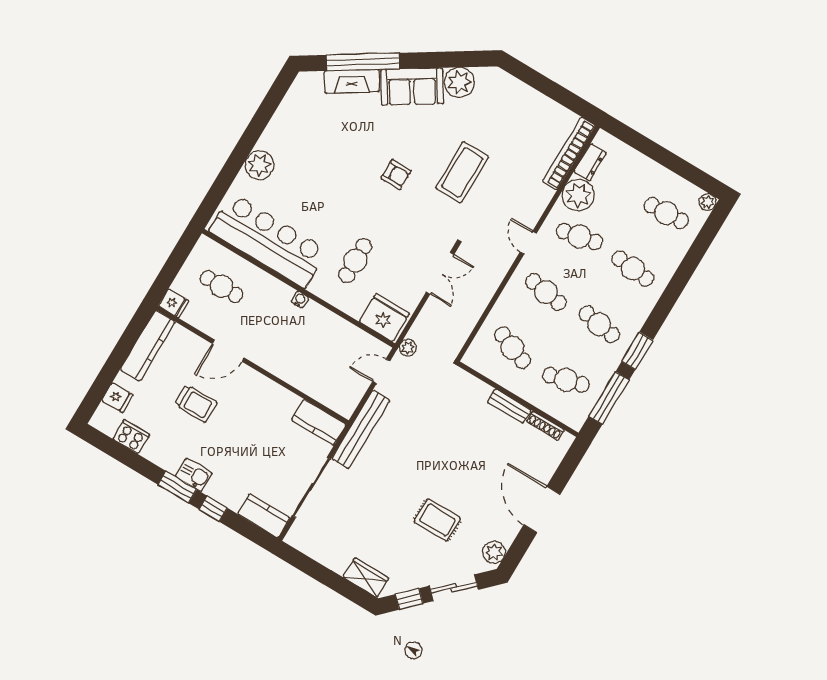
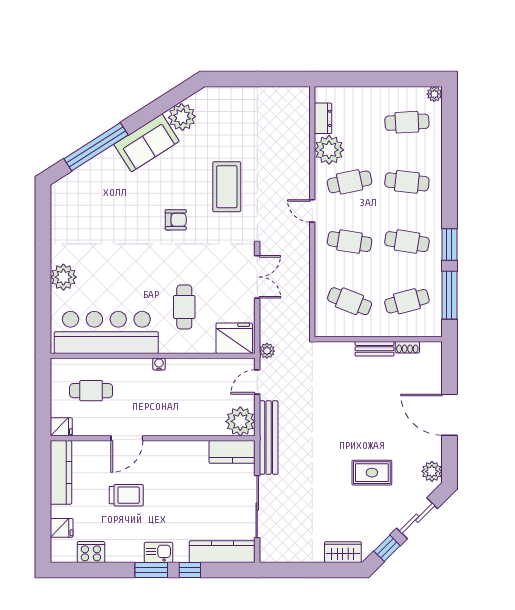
fireplace: (352, 81) -> (97, 167), removed
bookcase: (569, 153) -> (302, 121), removed
plant: (343, 398) -> (240, 421), added
shoe rack: (545, 426) -> (407, 347), width x0.70
kitchen counter: (264, 516) -> (222, 552), width x1.50

